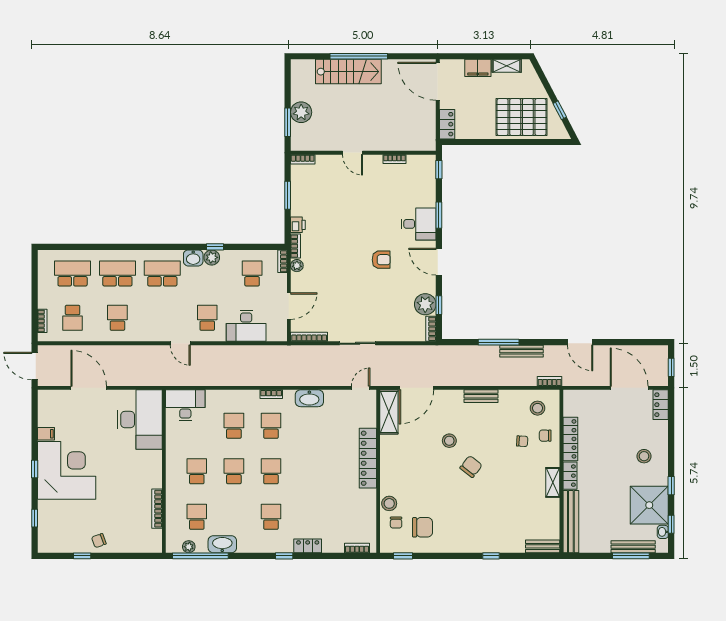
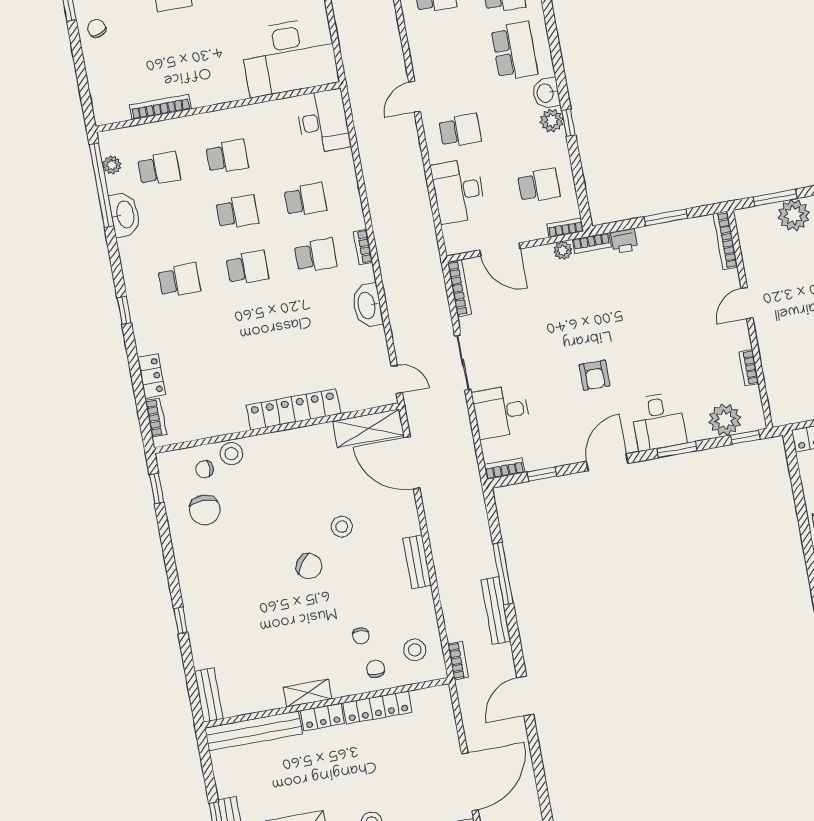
bookcase: (303, 159) -> (725, 240), width x1.56
plant: (425, 304) -> (725, 420), moved
desk: (394, 324) -> (501, 412), added
locker: (308, 546) -> (152, 376), moved

